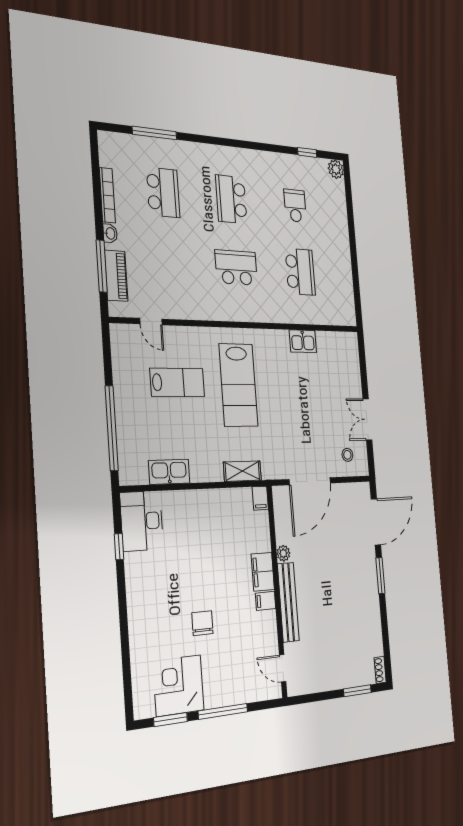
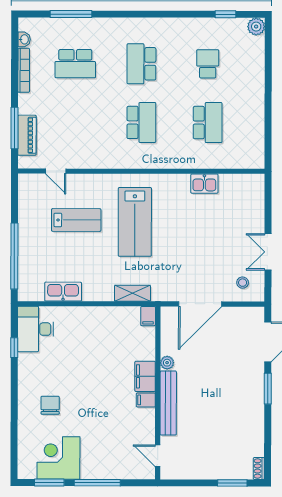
school desk: (163, 193) -> (75, 64), turned 90
washbasin: (110, 233) -> (24, 39), moved
school desk: (236, 268) -> (141, 122), turned 90
chair: (202, 623) -> (50, 405), moved

